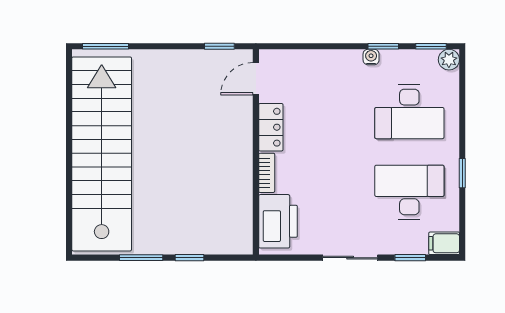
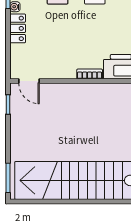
locker: (271, 127) -> (18, 28), moved, turned 90

